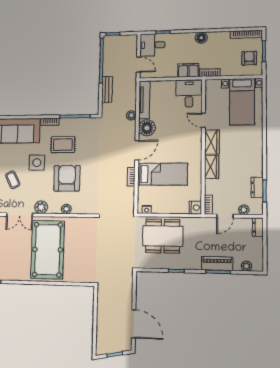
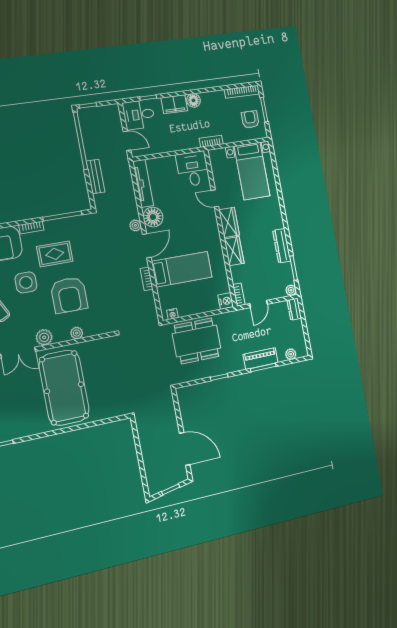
filing cabinet: (188, 70) -> (174, 104), moved, turned 180
plant: (131, 115) -> (135, 225), moved
armchair: (67, 178) -> (69, 295), turned 180
dresser: (257, 188) -> (282, 246), moved, width x1.44
plant: (244, 210) -> (291, 290), moved

